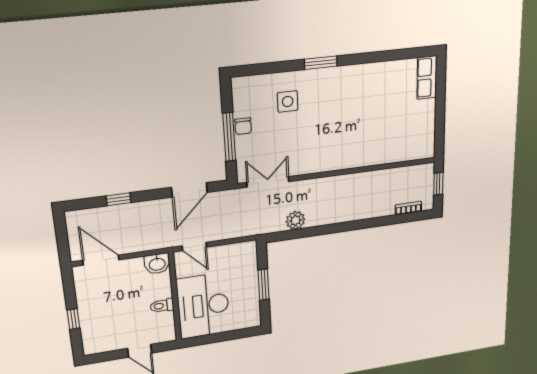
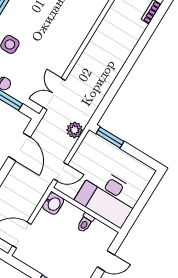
plant: (295, 220) -> (75, 130), moved
window: (264, 285) -> (110, 138), moved

